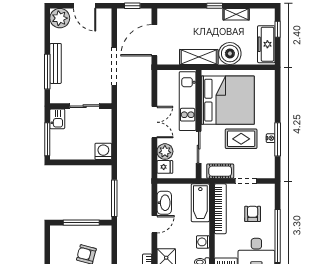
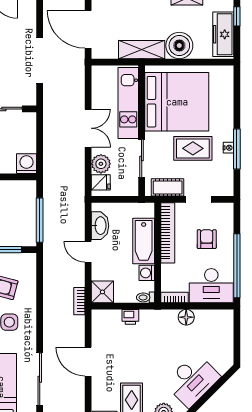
door: (154, 40) -> (88, 29), hinge flipped
bathtub: (200, 203) -> (144, 241), moved
door: (154, 224) -> (88, 252), swing flipped

